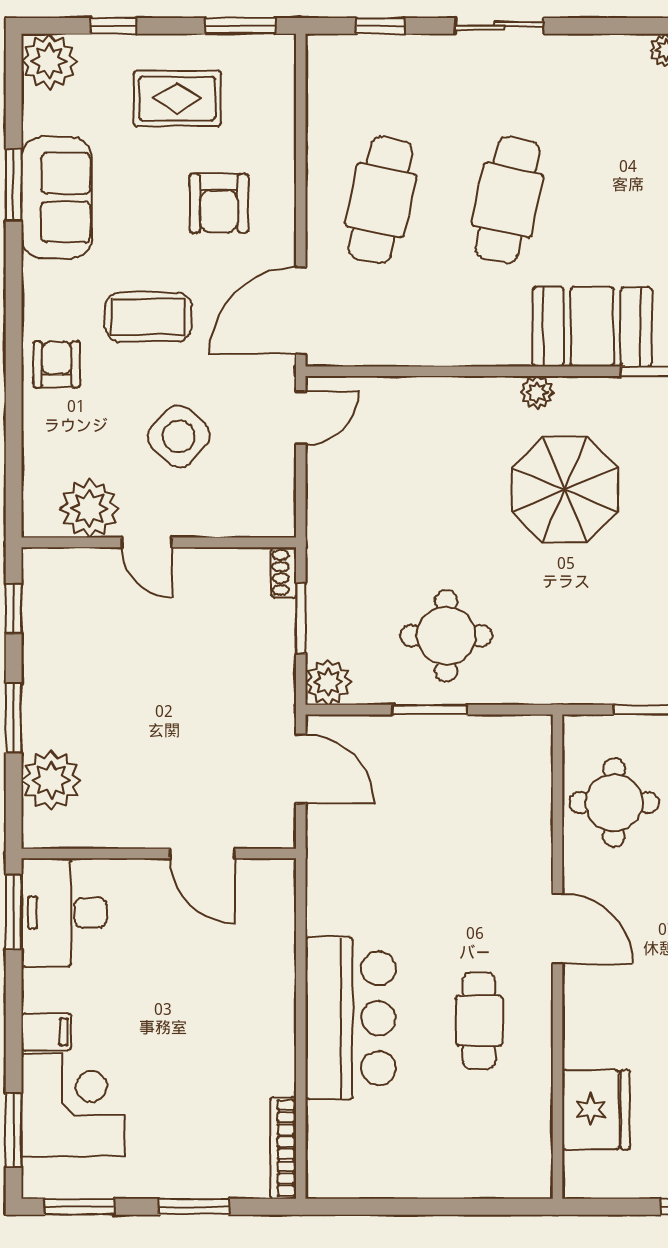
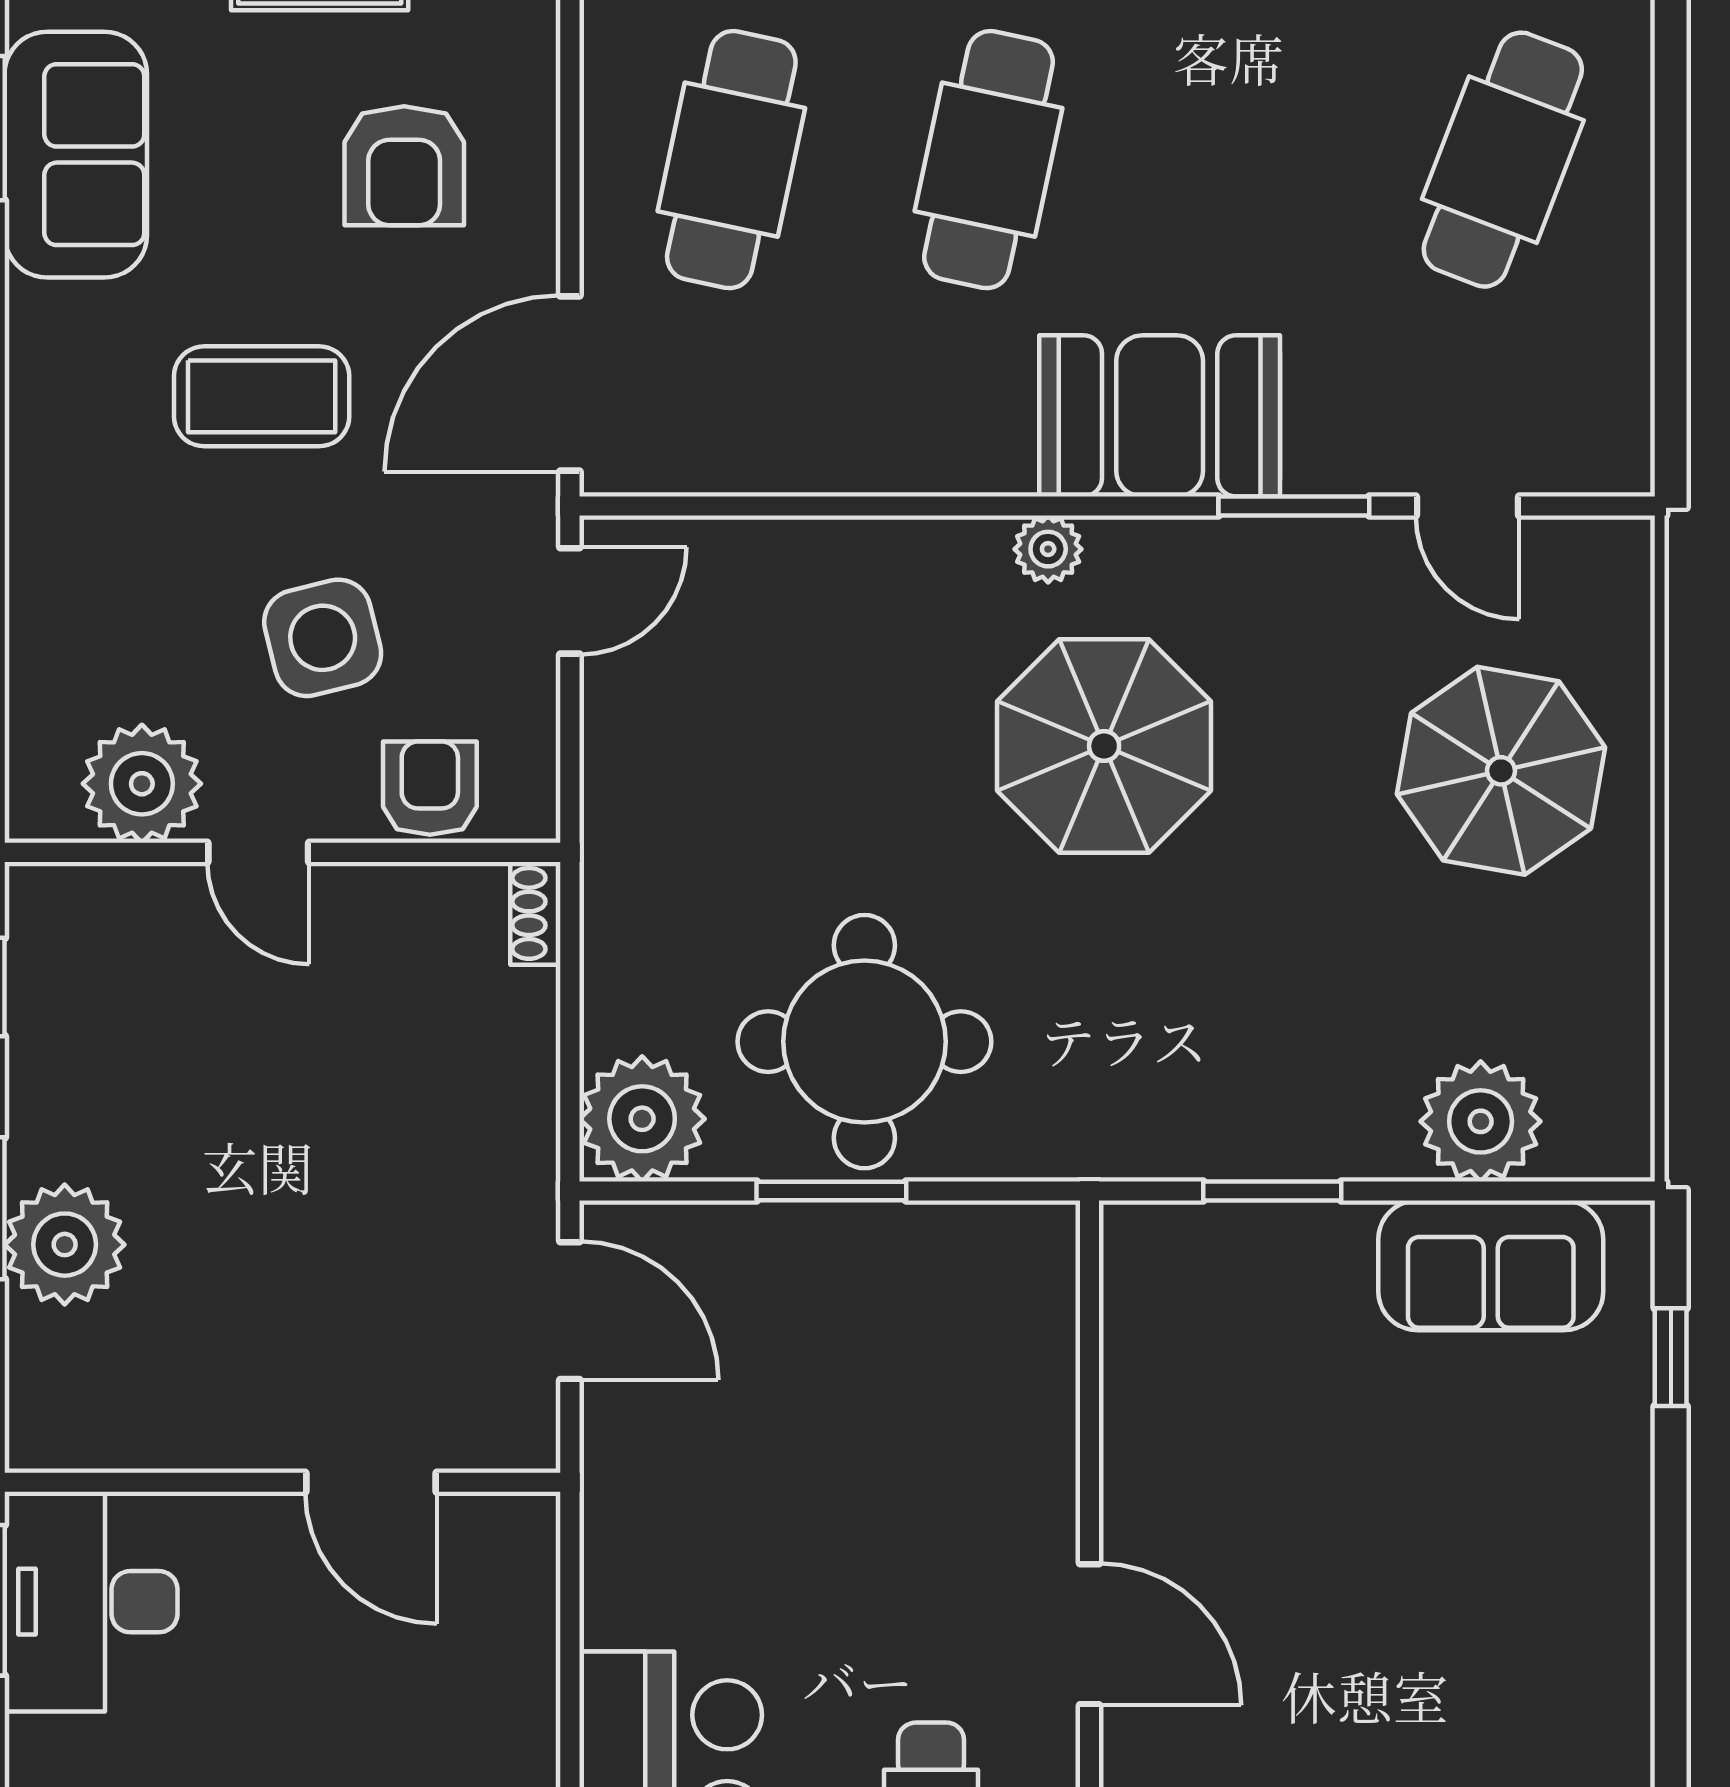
armchair: (57, 364) -> (430, 788), moved
side table: (179, 436) -> (323, 638), turned 34
window: (301, 618) -> (570, 1006), removed
round table: (446, 636) -> (864, 1042), width x1.36, depth x1.36
plant: (328, 682) -> (642, 1119), width x1.36, depth x1.36
plant: (51, 780) -> (65, 1245), moved
round table: (614, 803) -> (1204, 1379), removed

